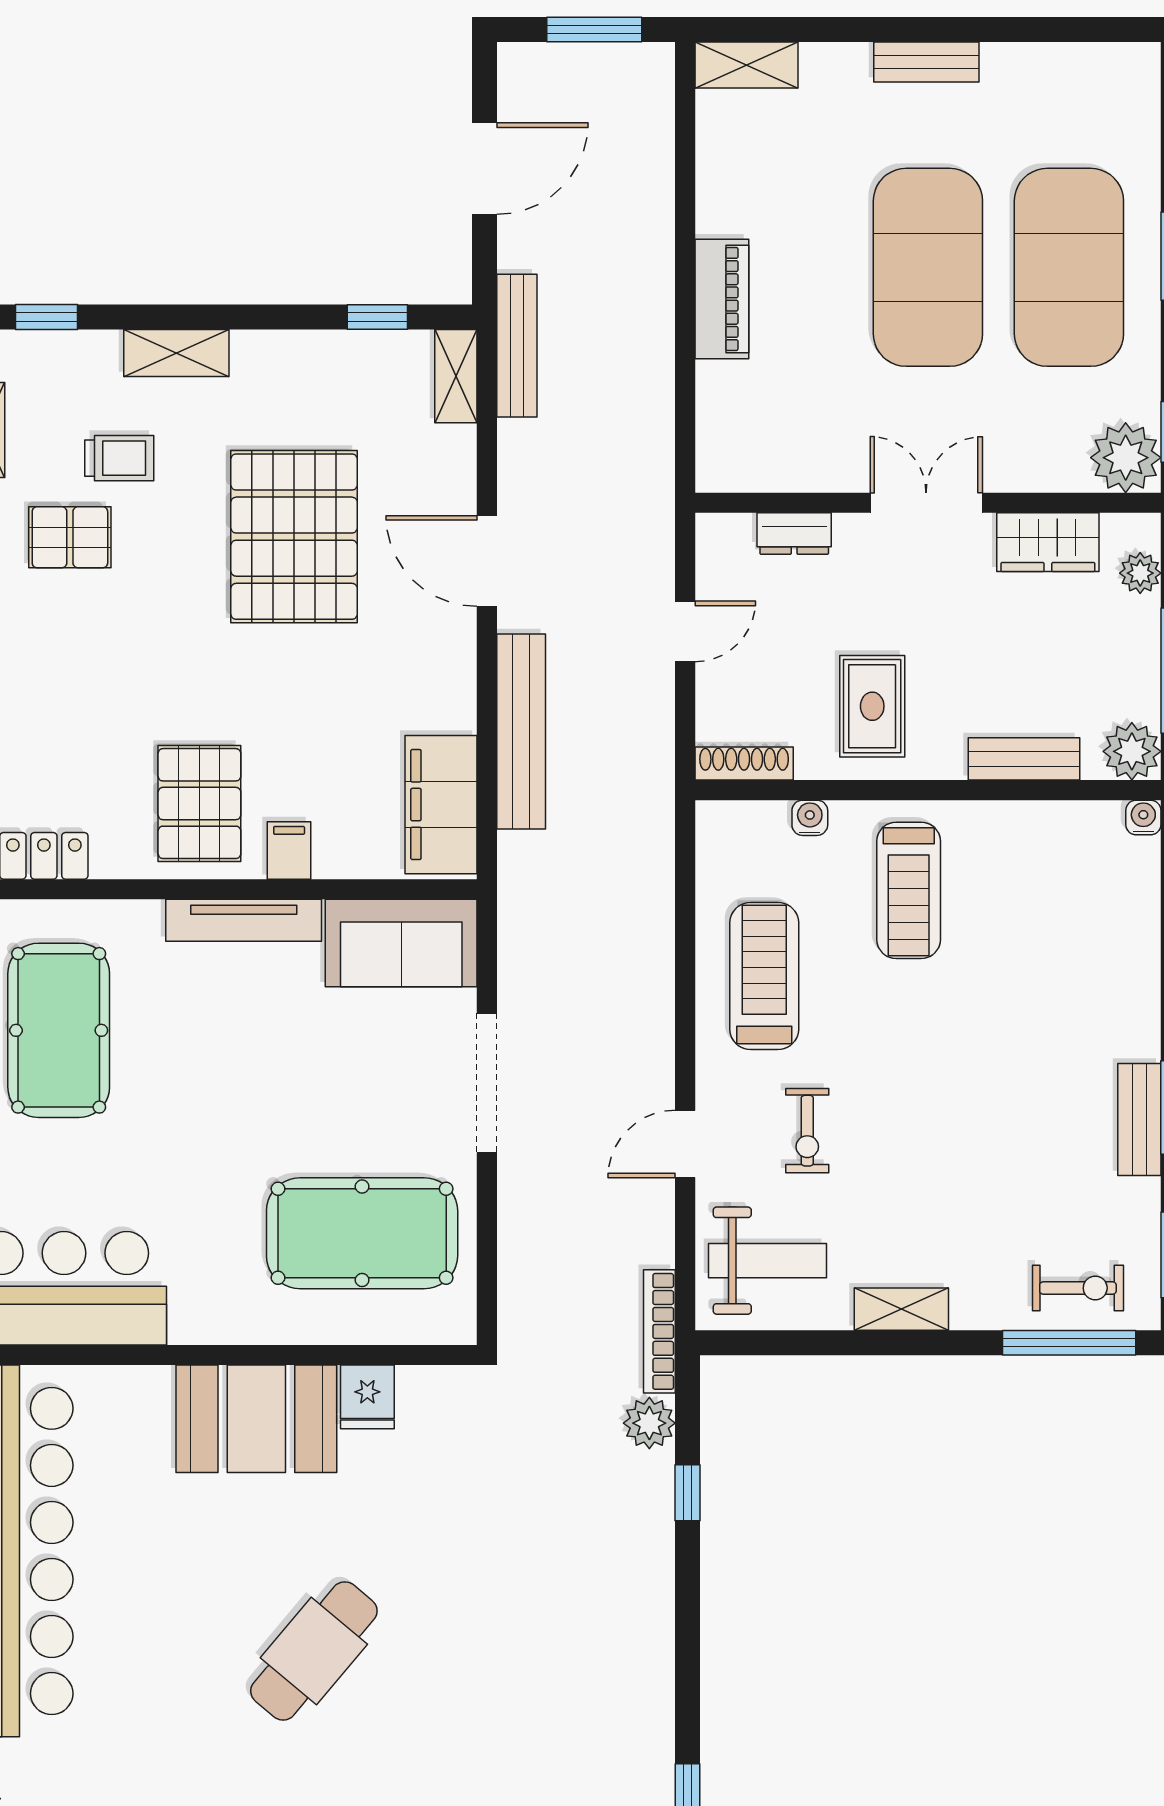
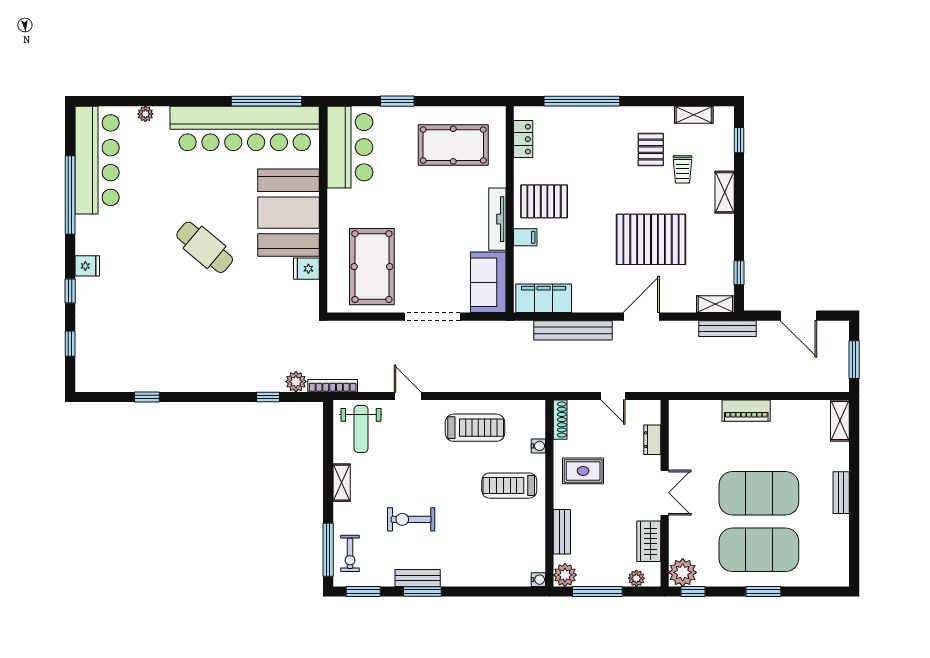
exercise bike: (807, 1131) -> (411, 519), moved, width x1.38, depth x1.39
booth: (256, 1419) -> (288, 213), width x1.36, depth x1.42

